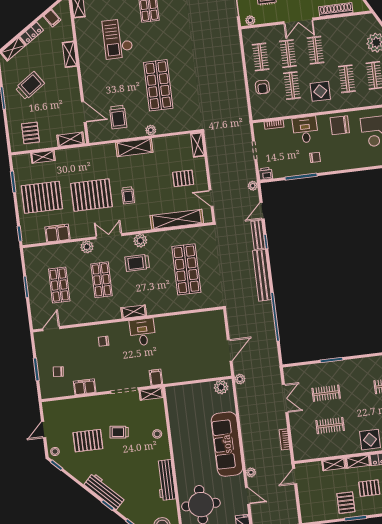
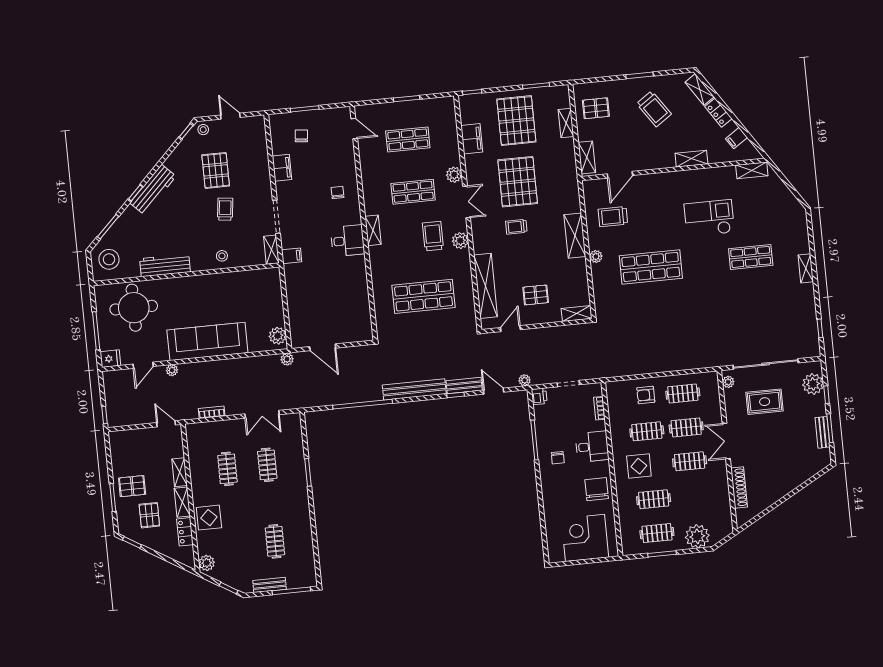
pallet: (183, 178) -> (536, 295), turned 90

